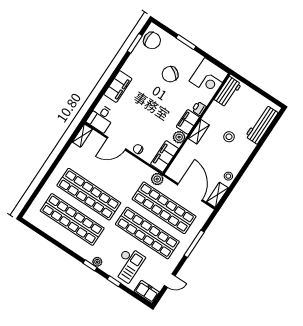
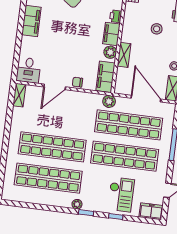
filing cabinet: (118, 87) -> (31, 21), moved
shelving: (199, 132) -> (124, 55), moved
plant: (97, 262) -> (77, 204), moved

